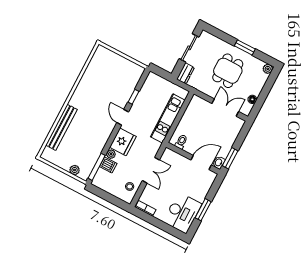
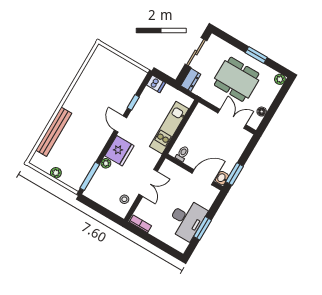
dining table: (228, 71) -> (237, 79), width x1.38
dishwasher: (108, 165) -> (156, 84), moved
plant: (75, 170) -> (56, 173), moved
desk: (182, 213) -> (187, 219), moved

